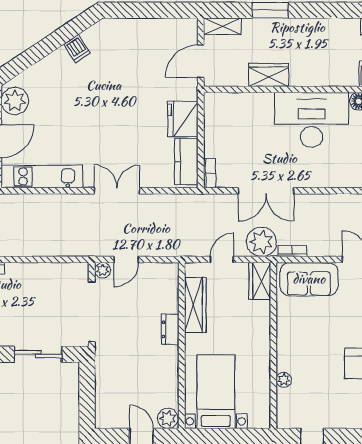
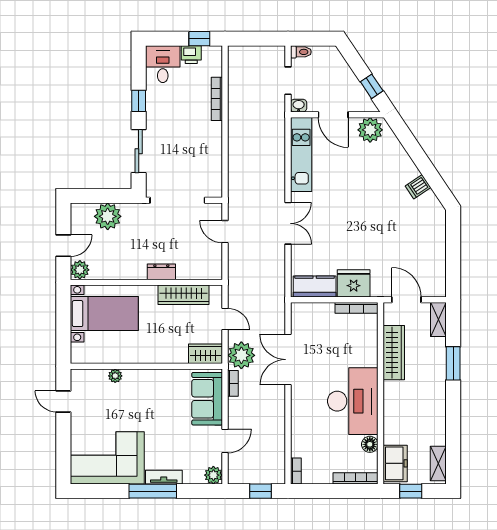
wardrobe: (268, 75) -> (394, 353), width x1.50
bookcase: (210, 173) -> (356, 308), moved, width x1.56
plant: (103, 270) -> (108, 216), moved, width x1.87, depth x1.87

